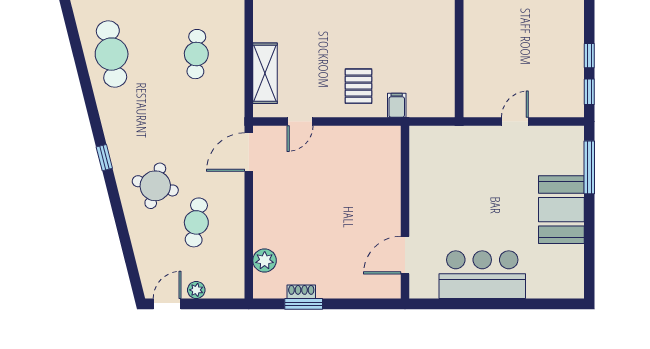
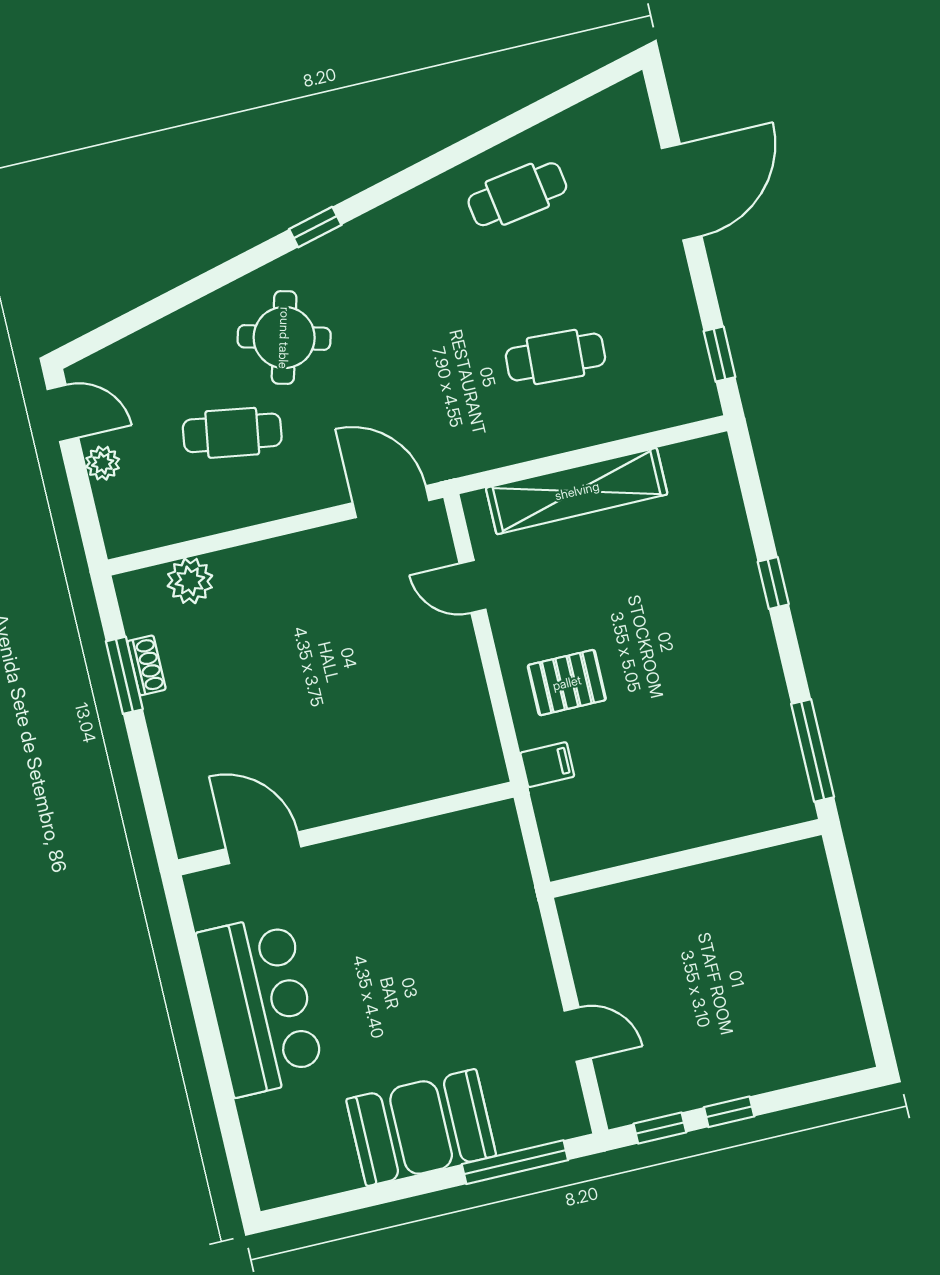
cafe table: (112, 54) -> (517, 194), width x0.73, depth x0.74
shelving: (265, 73) -> (577, 491), width x1.47
door: (515, 122) -> (578, 1034), moved

